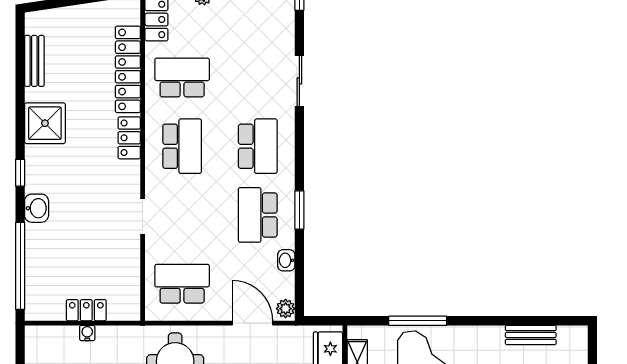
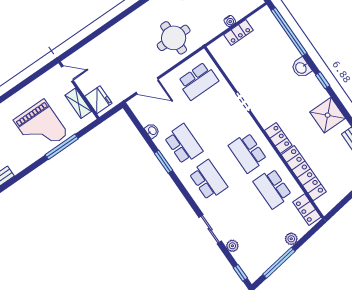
school desk: (182, 77) -> (273, 188), turned 90
school desk: (258, 146) -> (208, 180), turned 180
plant: (286, 309) -> (232, 246), moved

